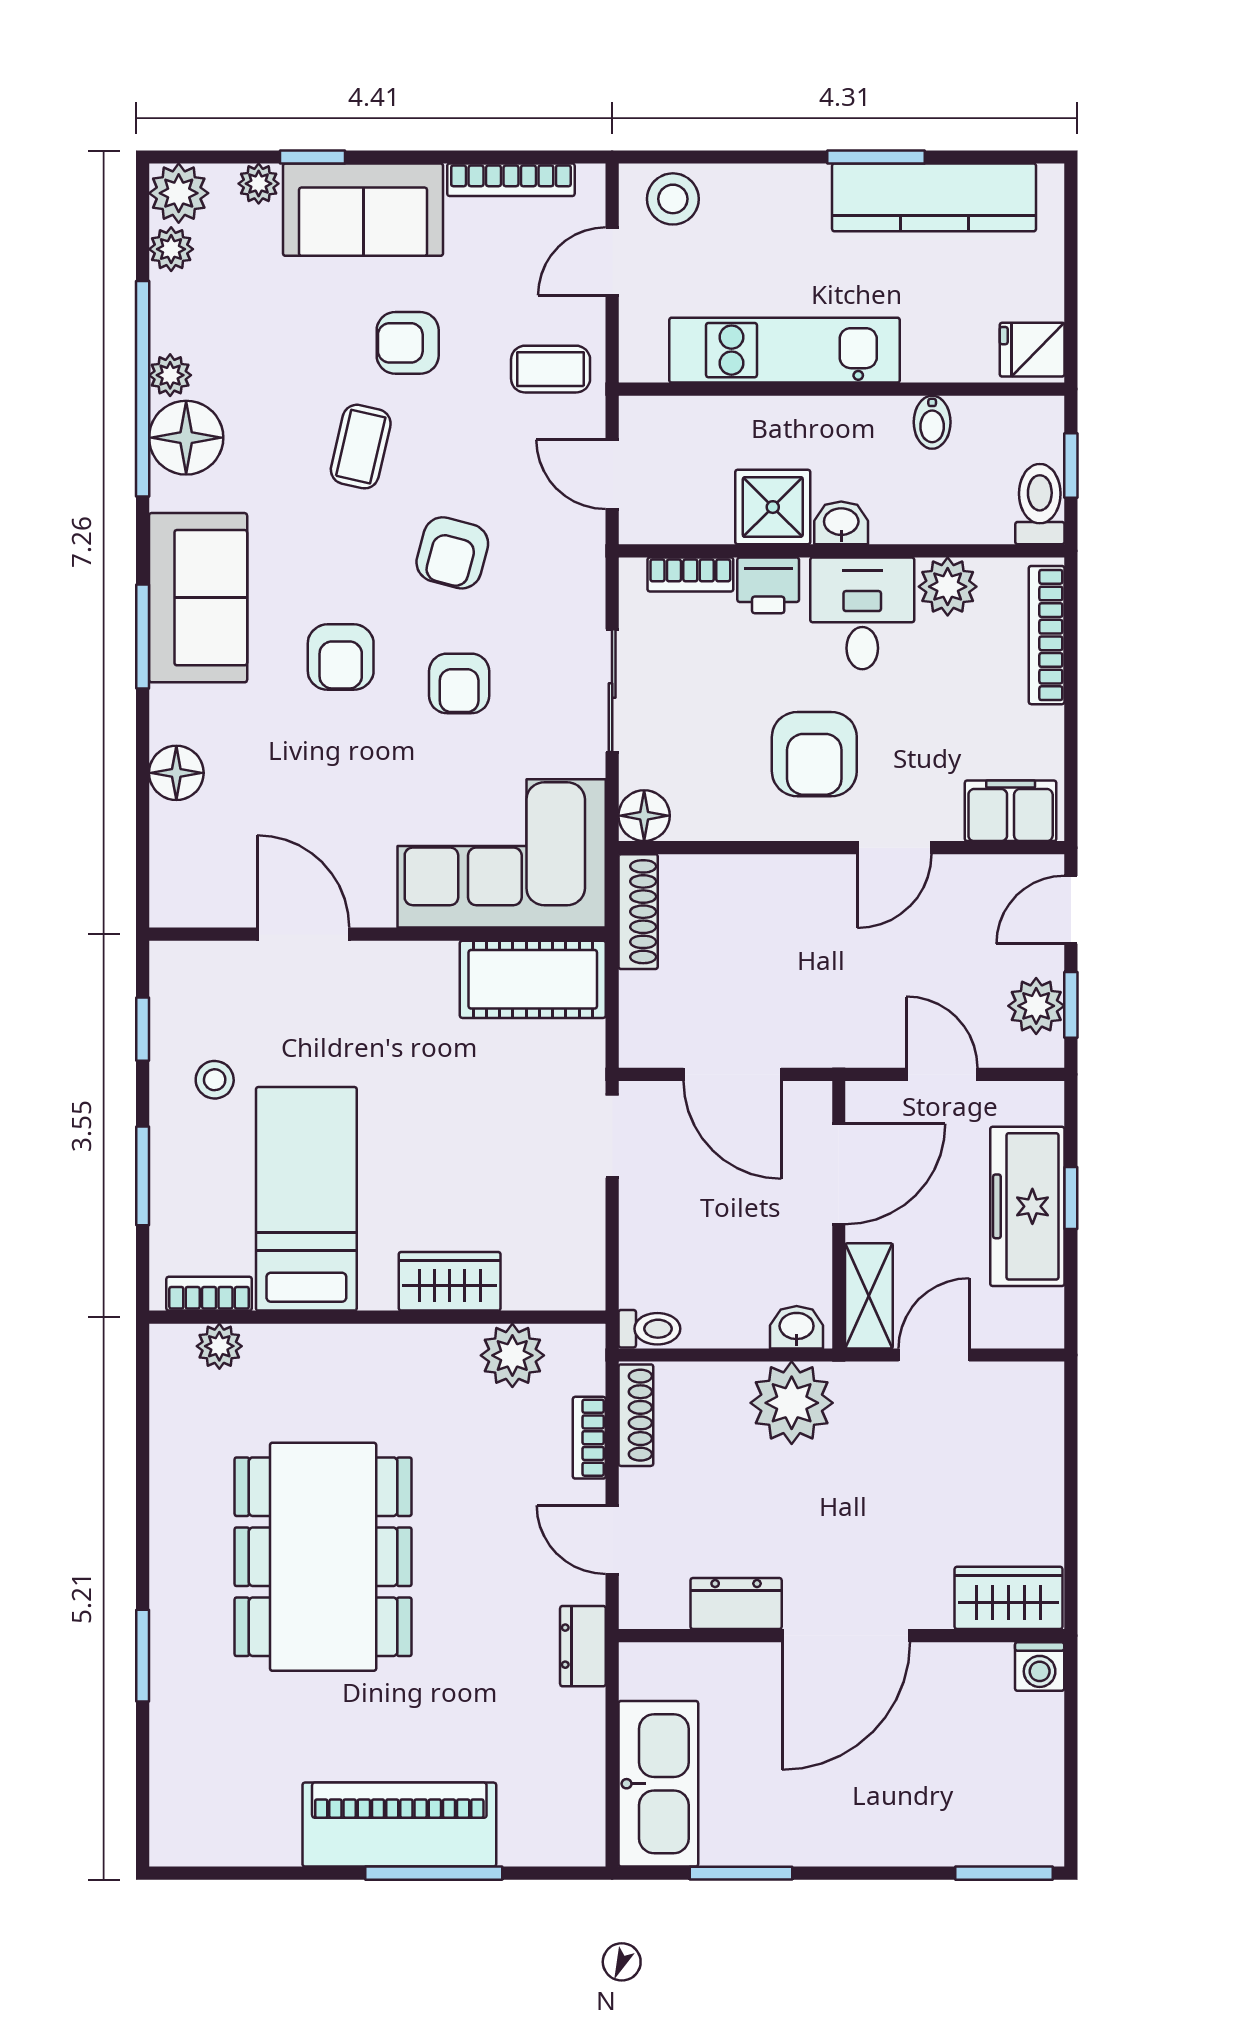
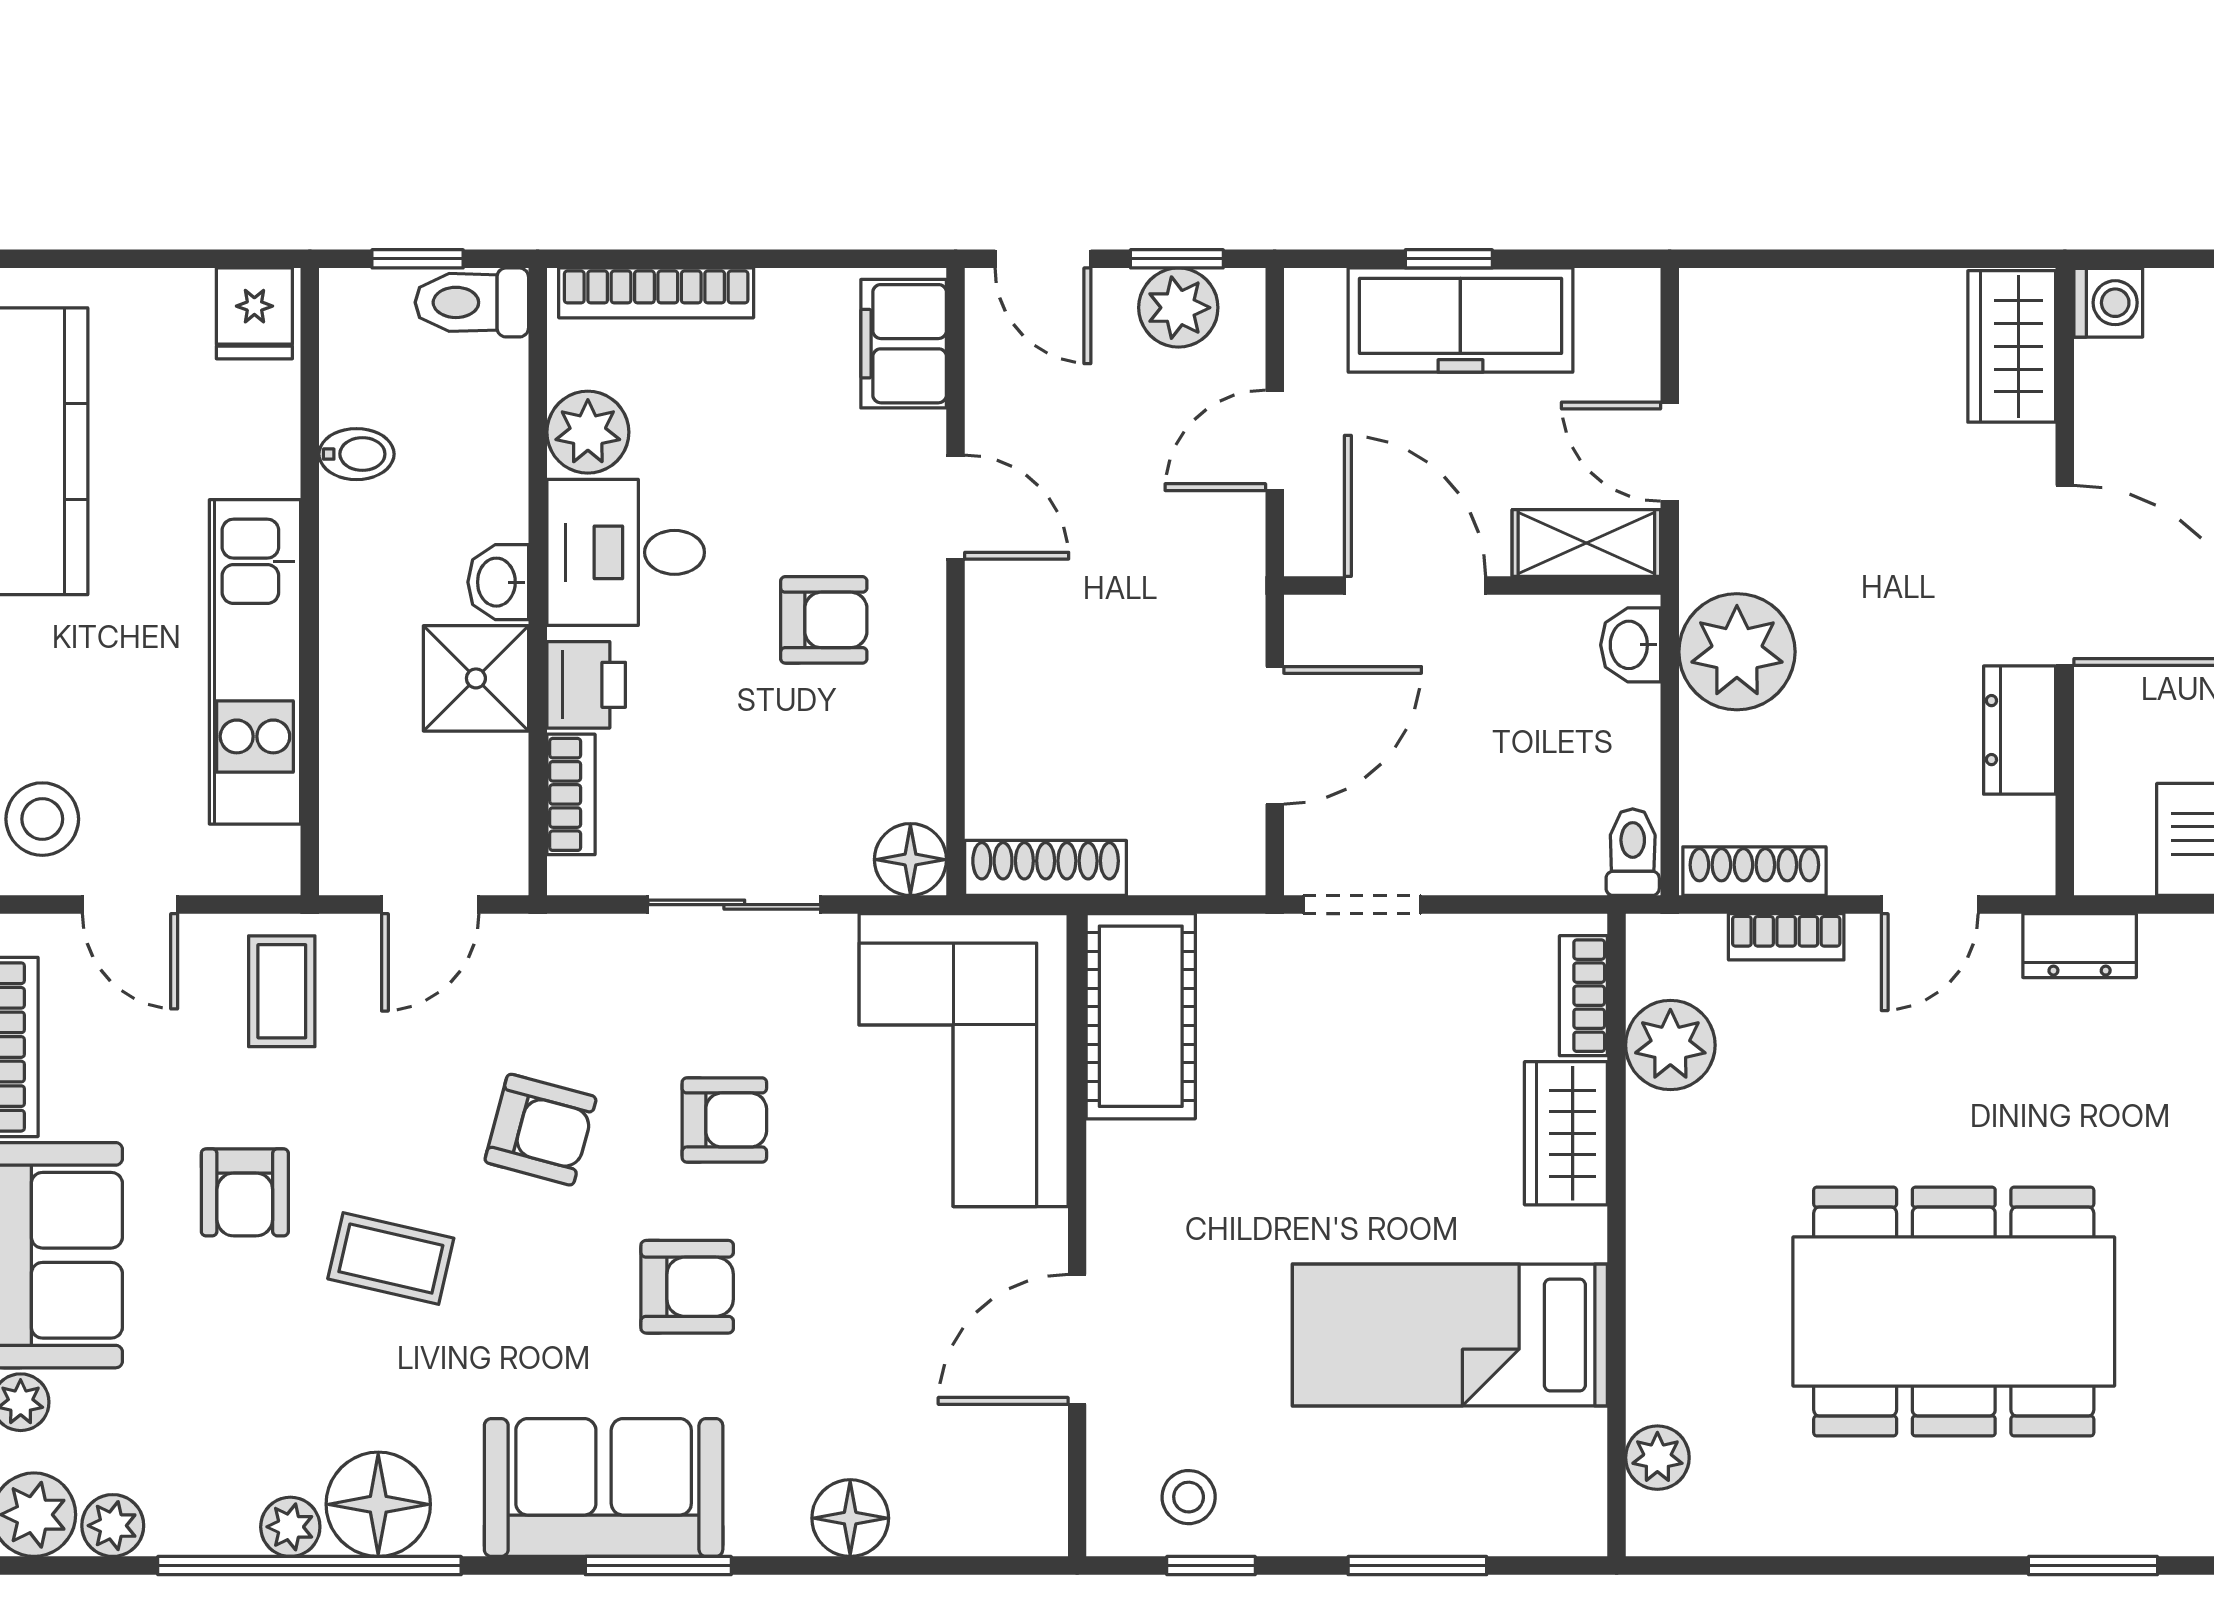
armchair: (814, 754) -> (824, 620), width x0.72, depth x0.72
stool: (215, 1080) -> (1189, 1497), moved
bookcase: (209, 1294) -> (1583, 996), moved

